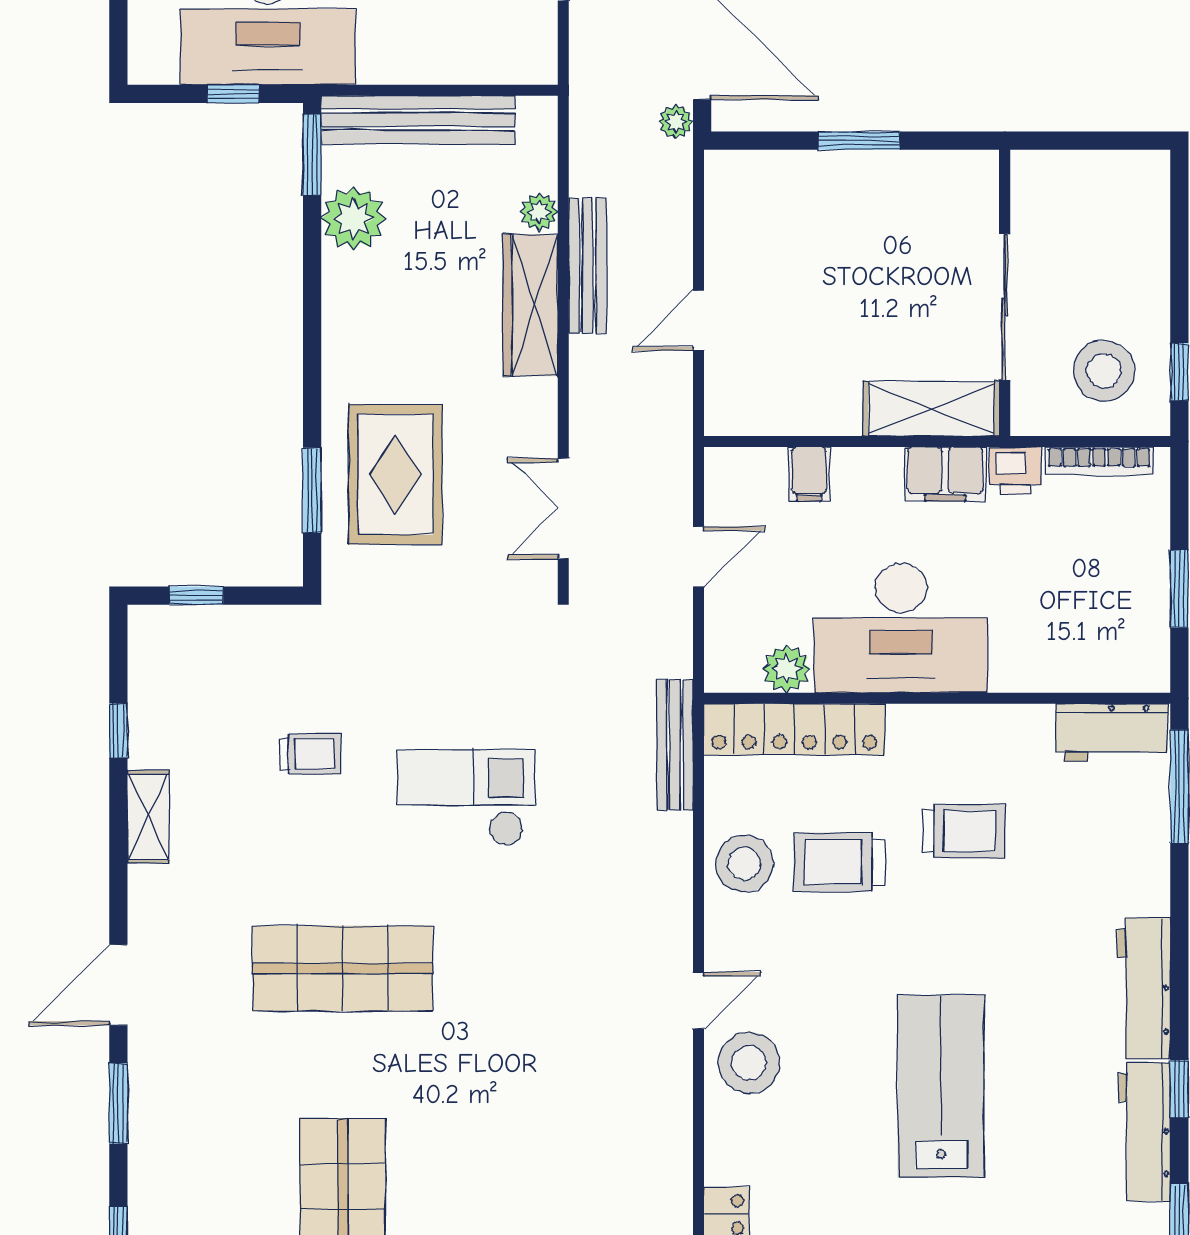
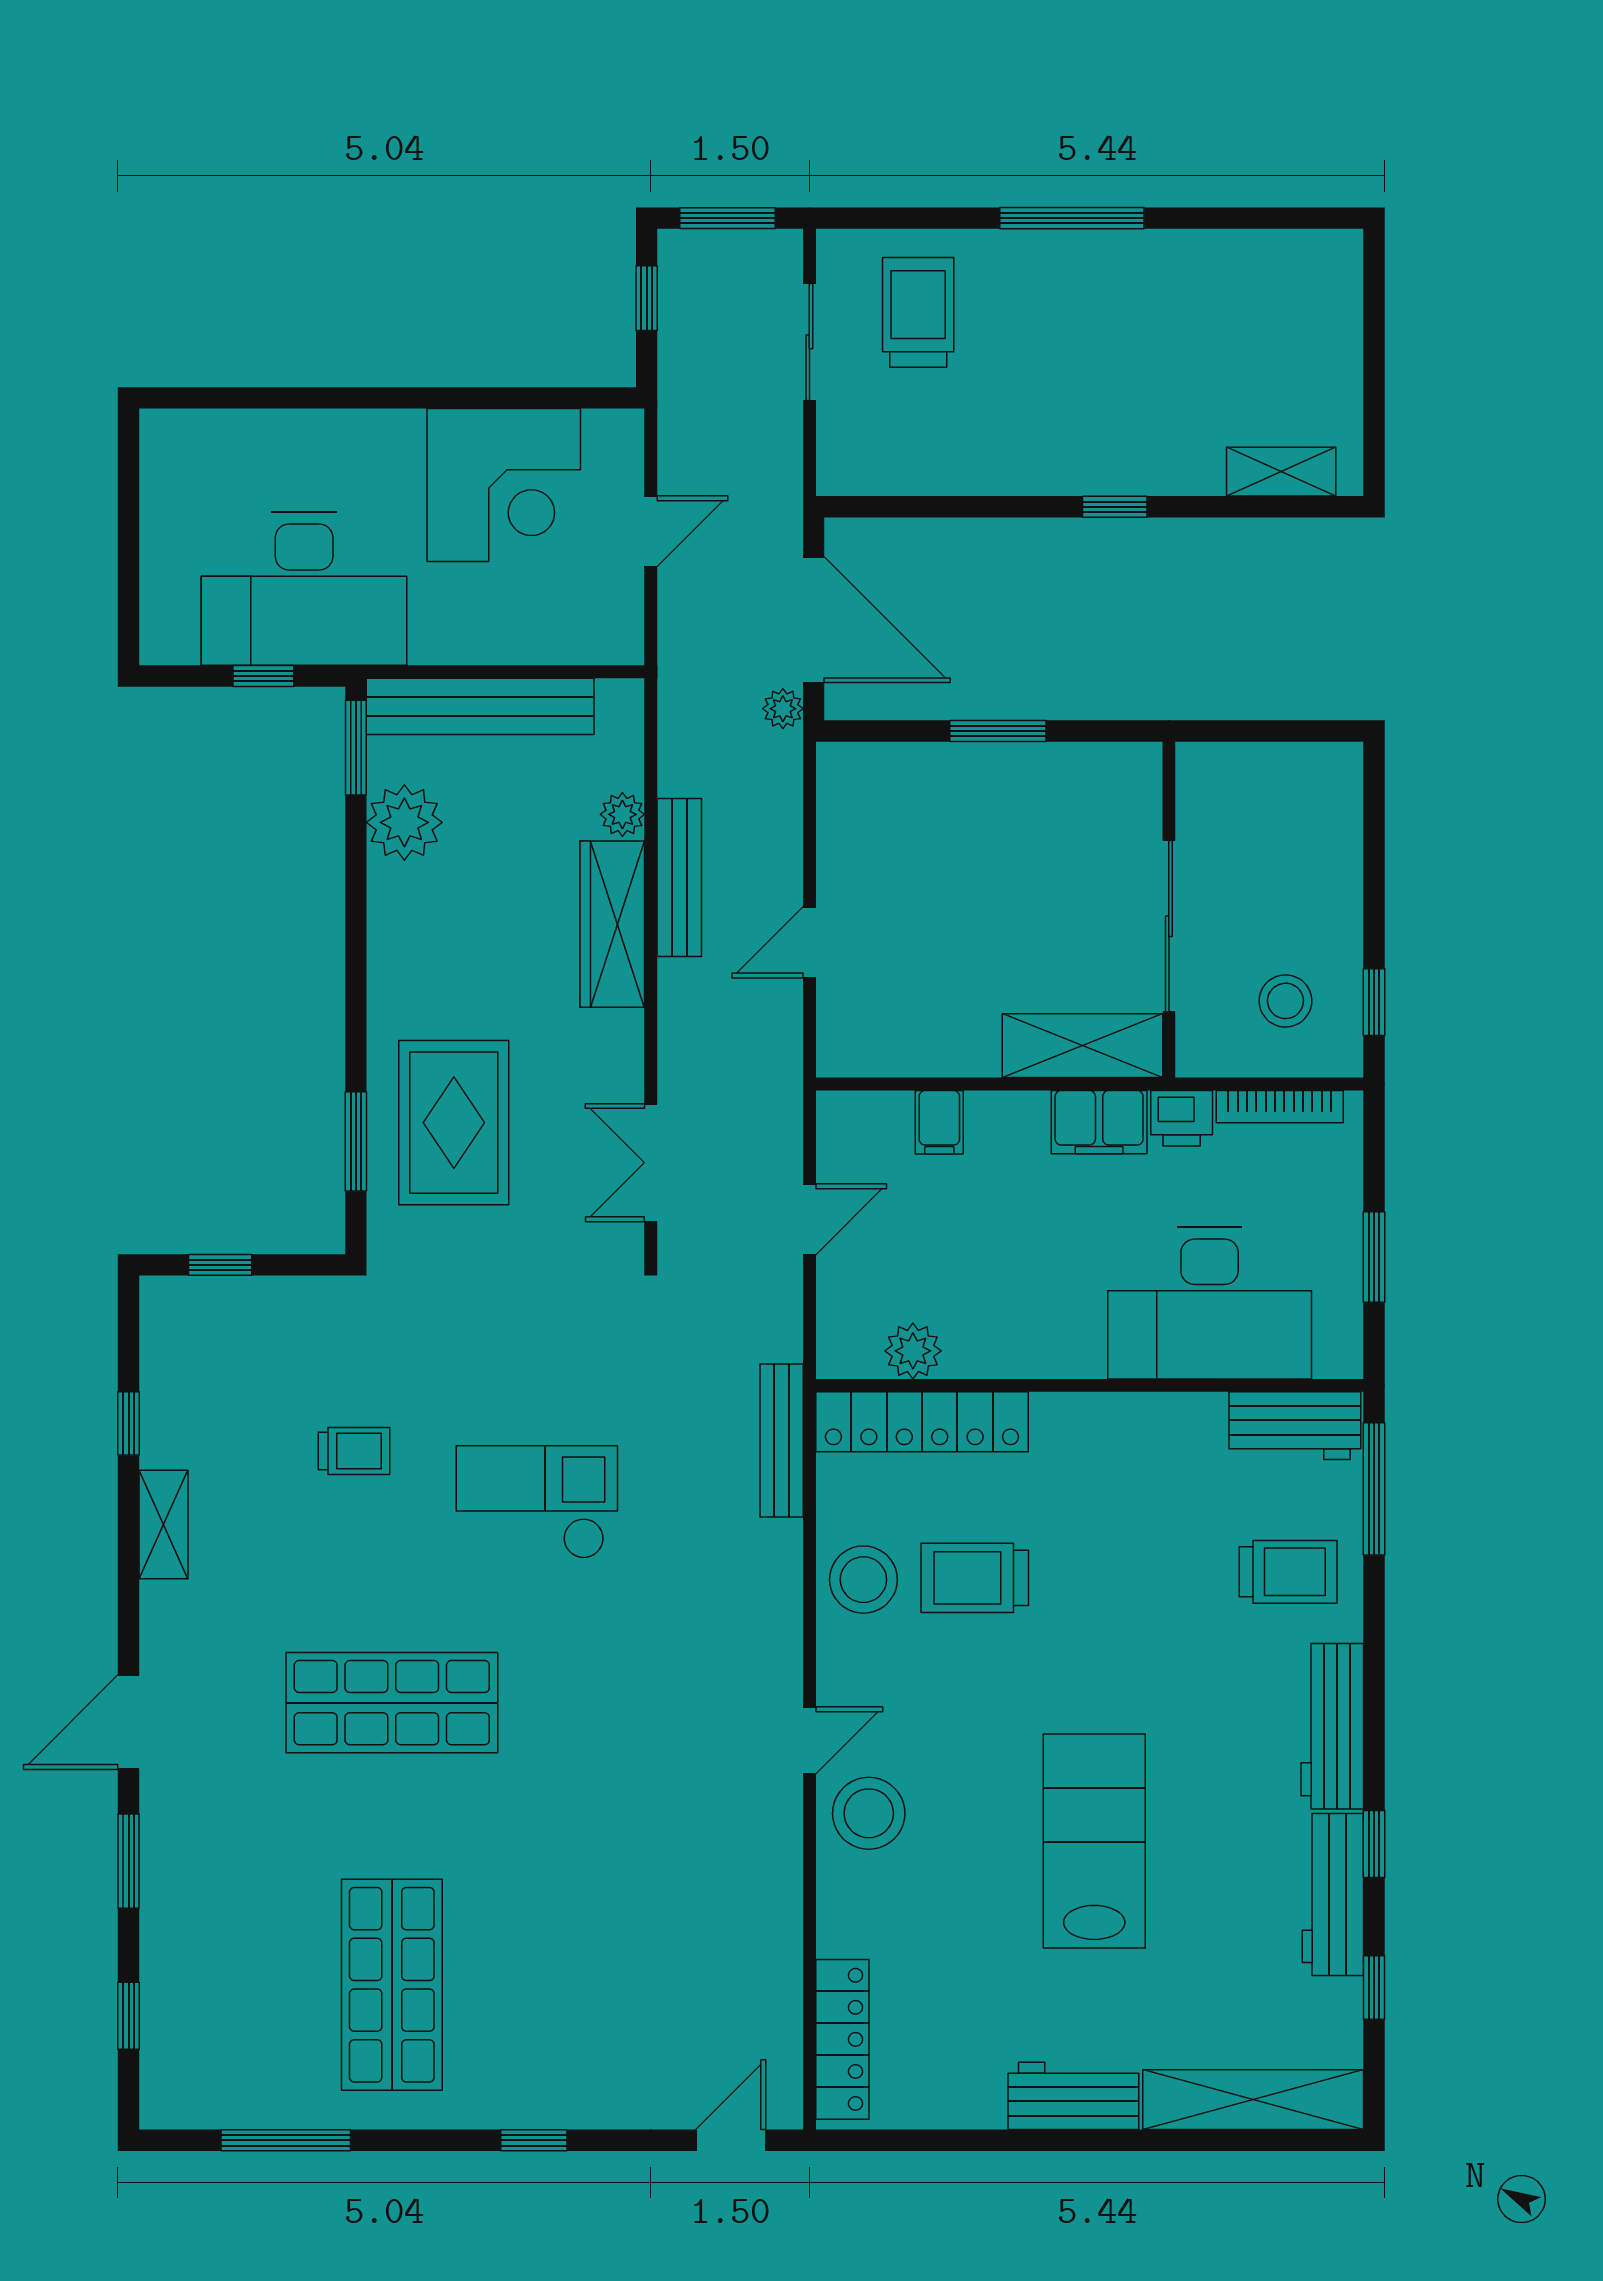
stool: (1104, 371) -> (1285, 1001), width x0.73, depth x0.73
desk: (901, 628) -> (1210, 1303), moved
trolley: (964, 831) -> (1288, 1572), moved

